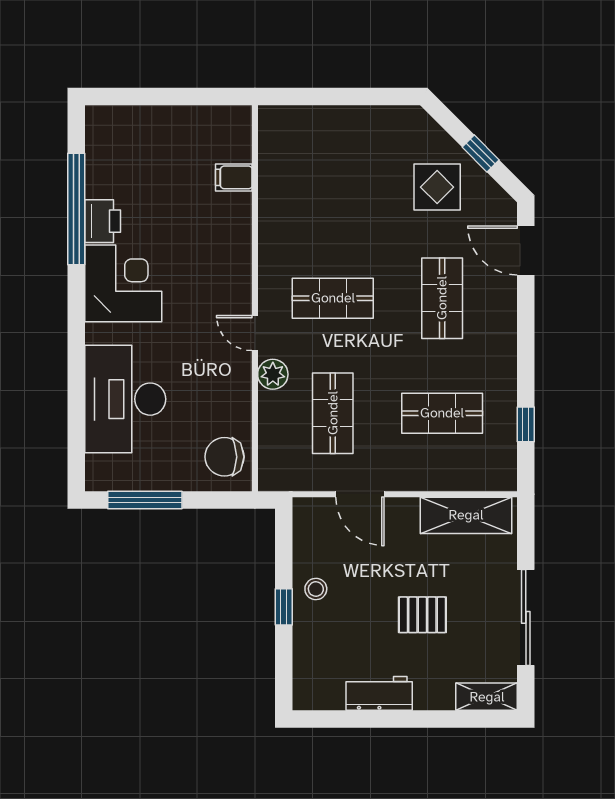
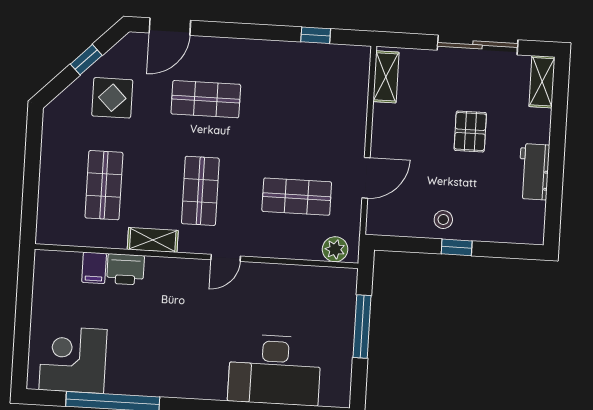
printer: (103, 221) -> (126, 269), moved, turned 180
shelving: (271, 245) -> (153, 240), added
corner desk: (123, 283) -> (73, 360), moved
plant: (273, 374) -> (335, 249), moved
shop shelf: (442, 413) -> (104, 185), moved
chair: (224, 457) -> (328, 290), removed
window: (145, 500) -> (362, 326), moved
shelving: (466, 515) -> (386, 77), width x0.67, depth x0.75

